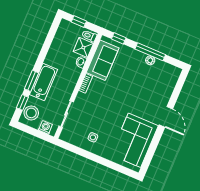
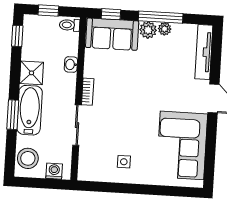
shower: (83, 47) -> (31, 73), moved
plant: (139, 57) -> (148, 30), added
sofa: (103, 60) -> (112, 34), moved, turned 90
tv unit: (170, 84) -> (204, 52), added
window: (22, 102) -> (17, 36), moved
sliding door: (66, 114) -> (77, 125), moved

